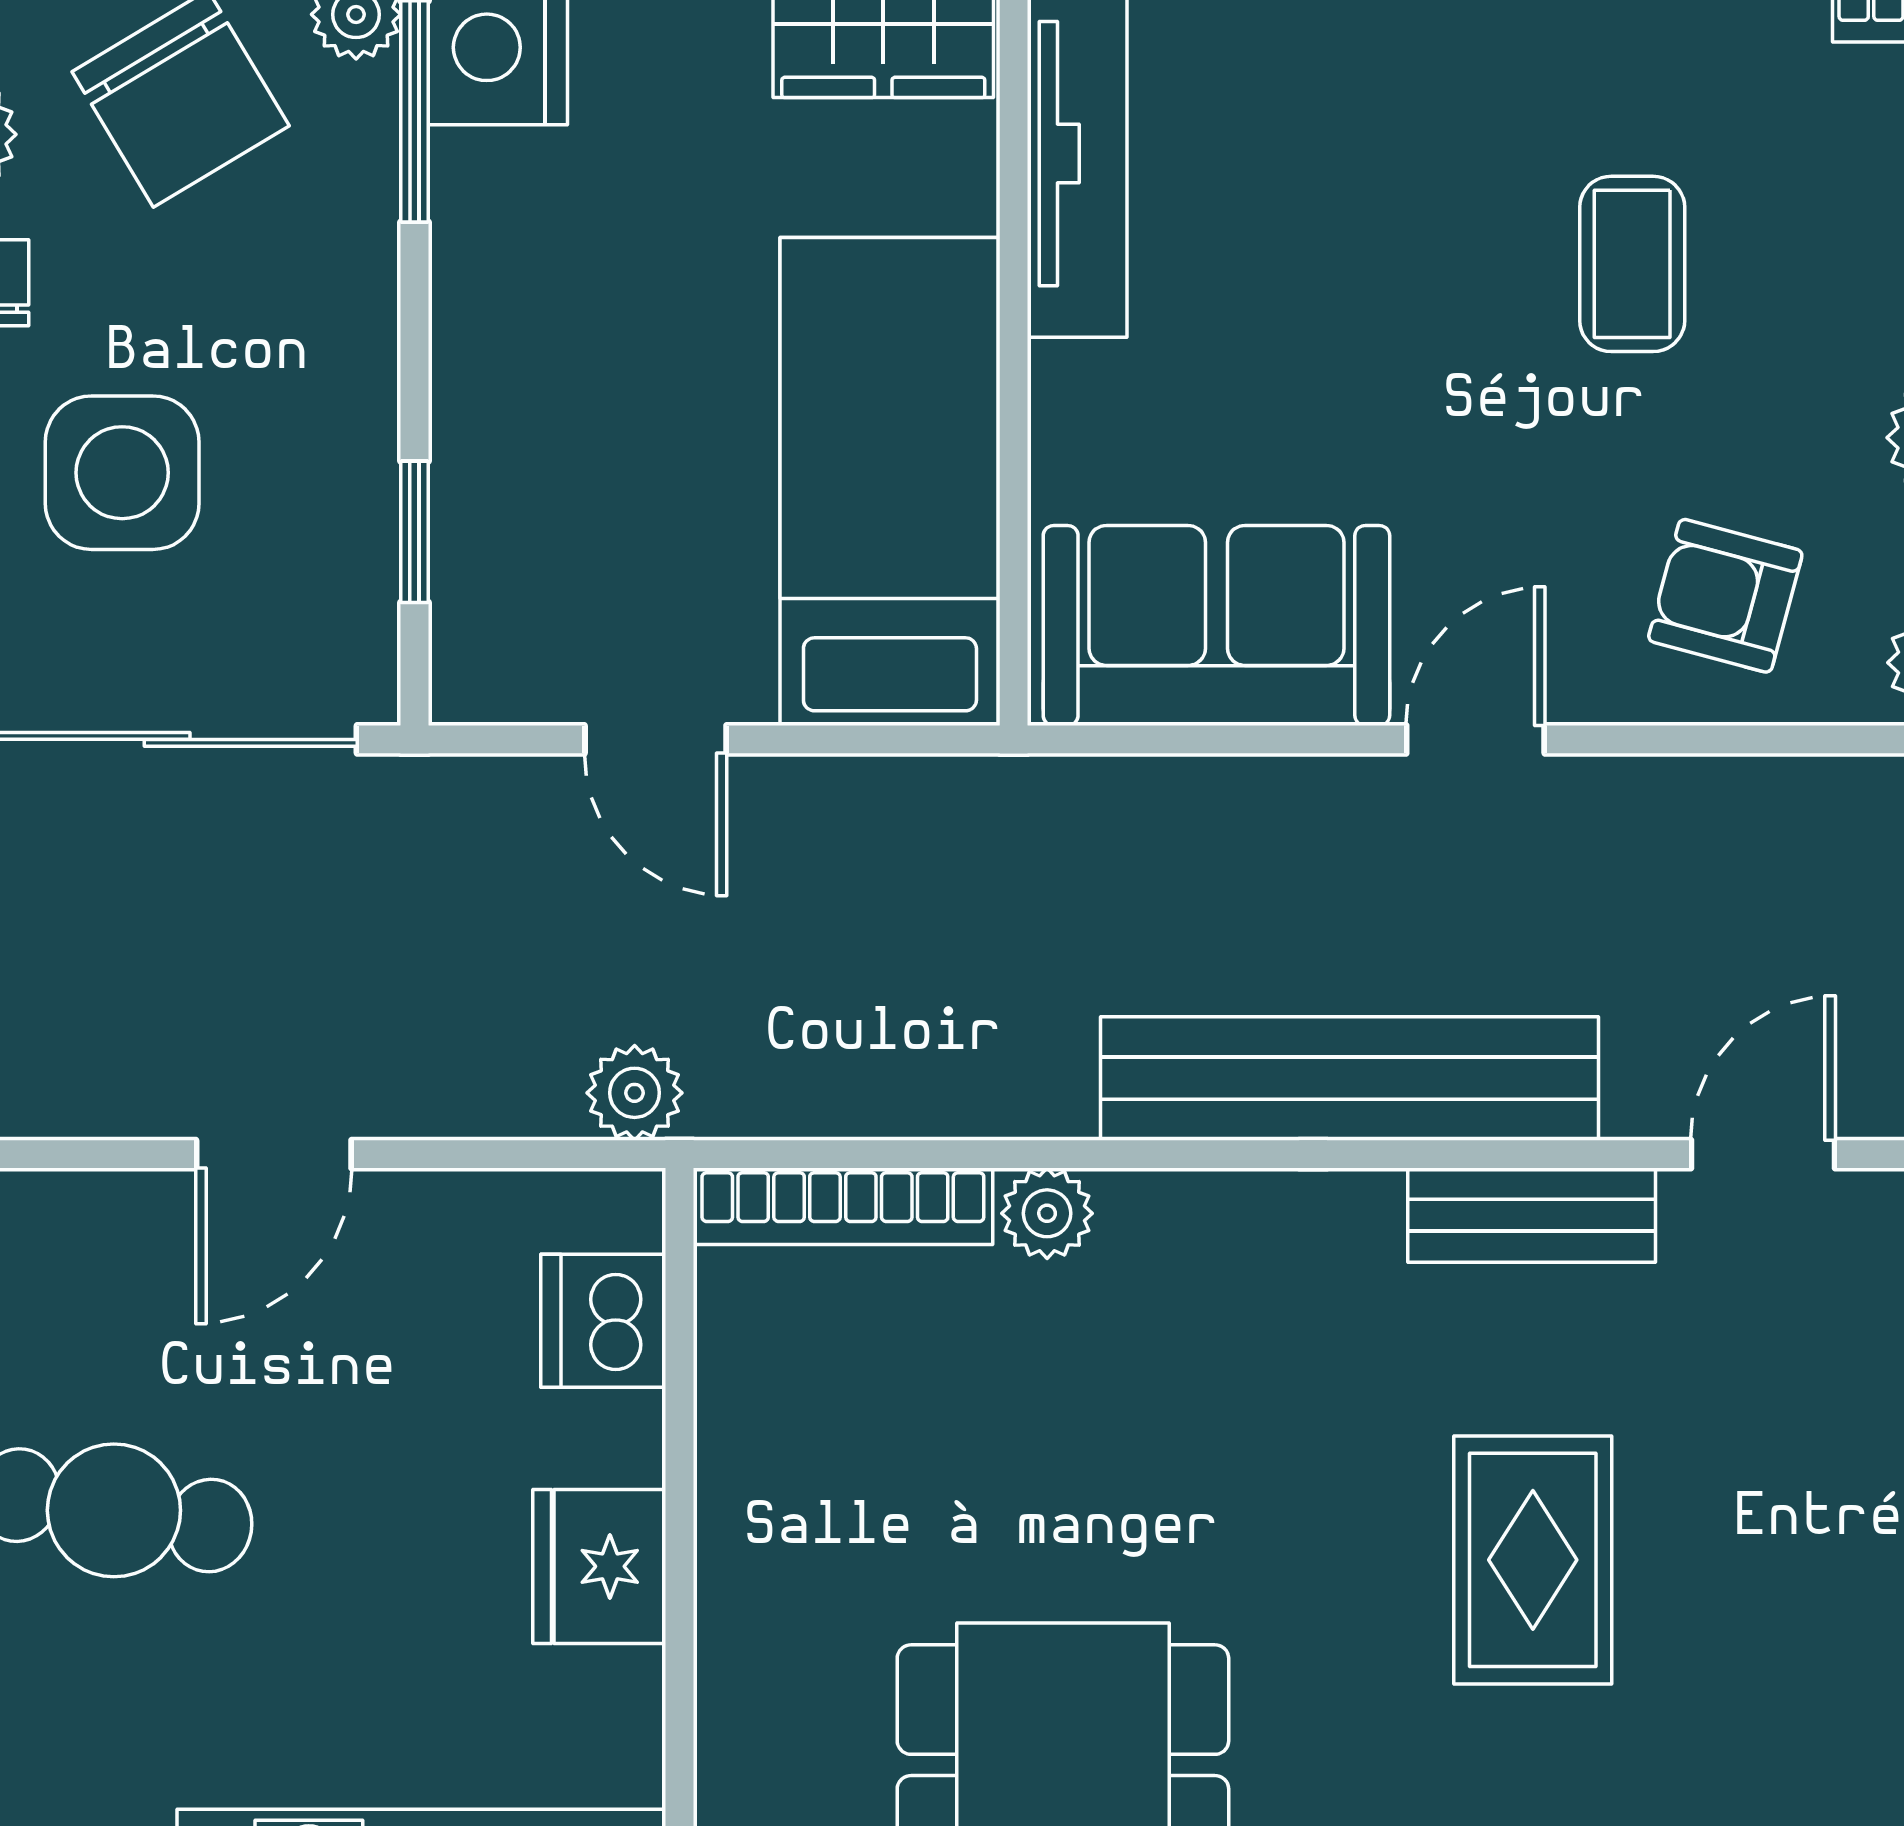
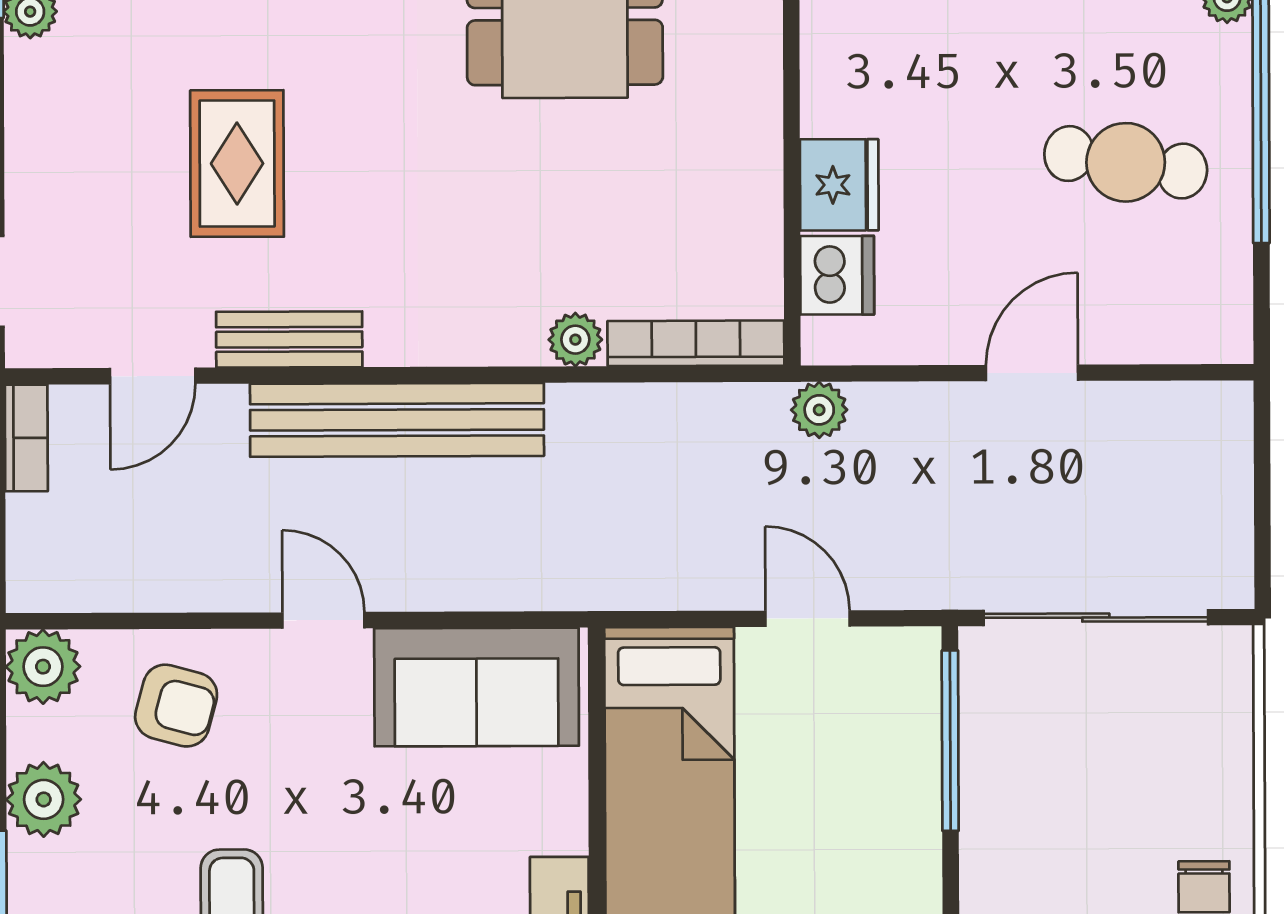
side table: (122, 473) -> (1123, 775), removed
window: (415, 532) -> (950, 741), width x2.17
door: (1475, 739) -> (323, 620), swing flipped
rug: (1533, 1560) -> (237, 164), moved
fridge: (599, 1566) -> (839, 185), moved

